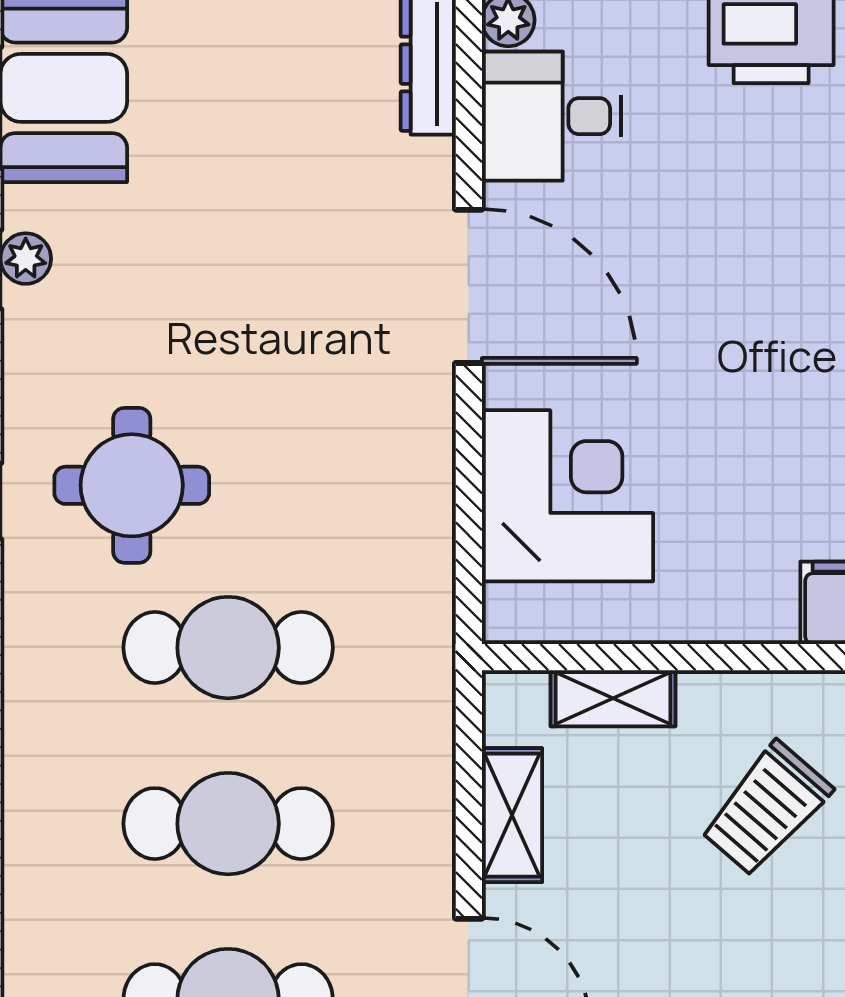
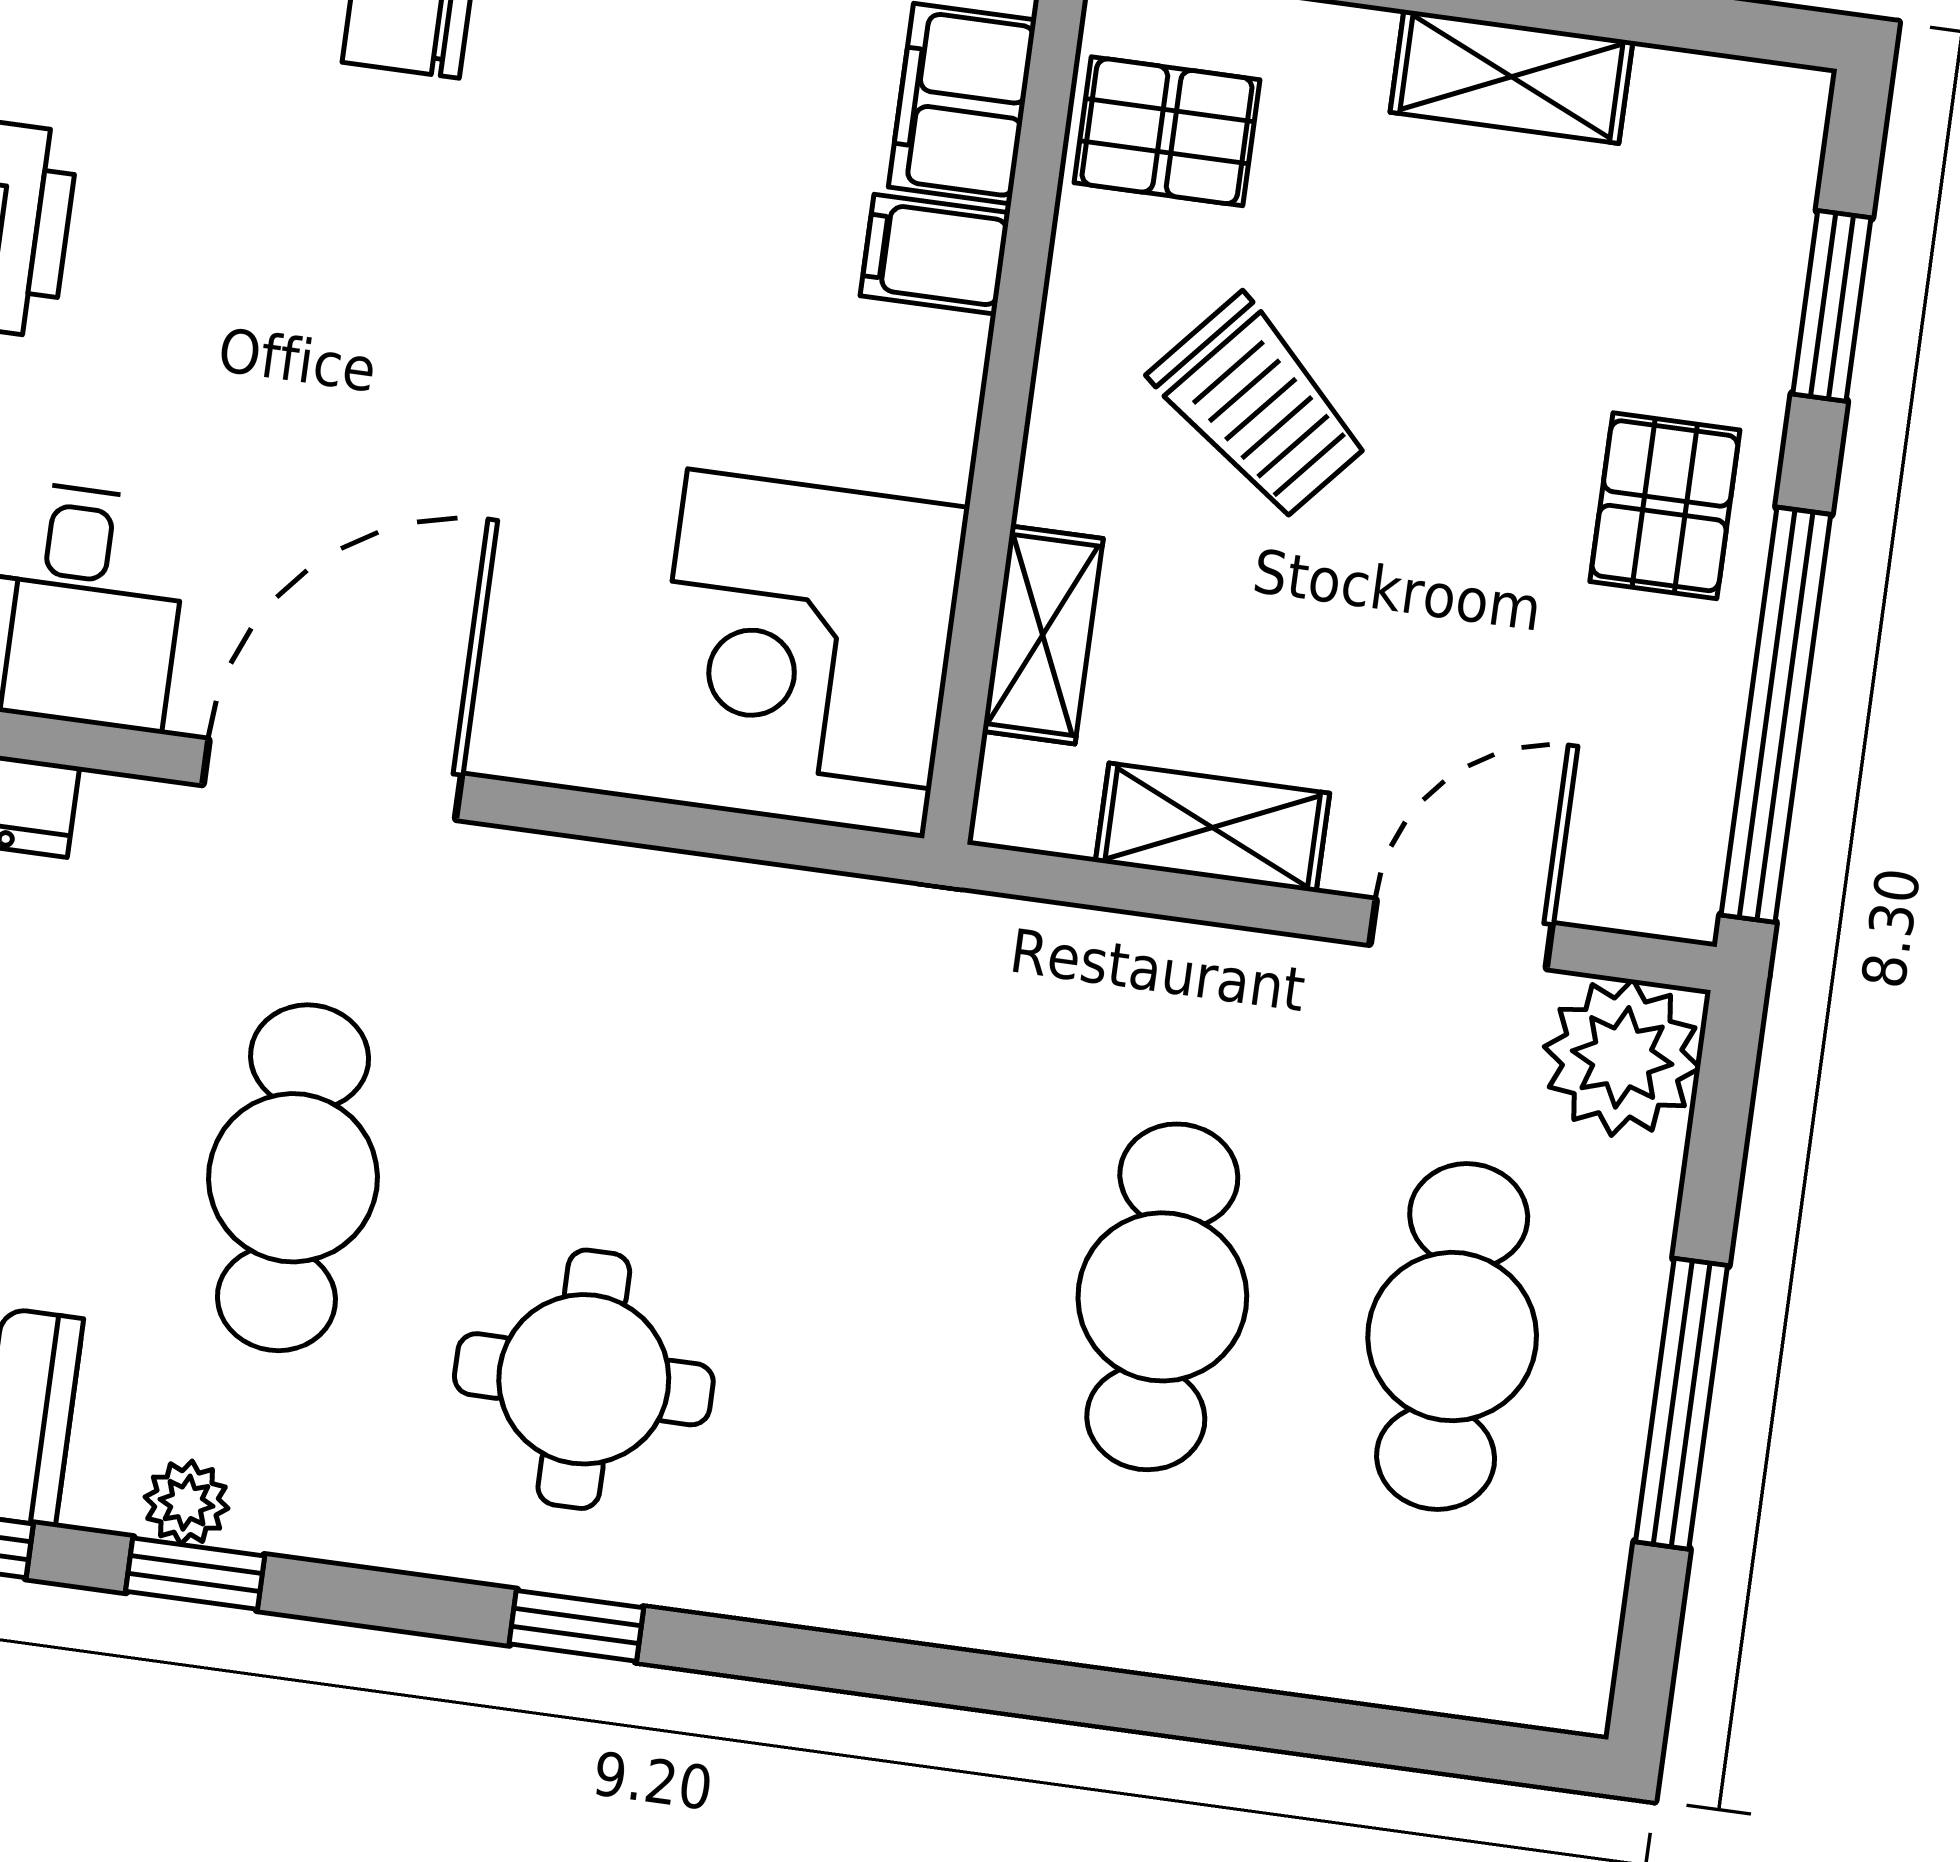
corner desk: (567, 496) -> (809, 629), moved, turned -90
cafe table: (228, 648) -> (293, 1178), moved

